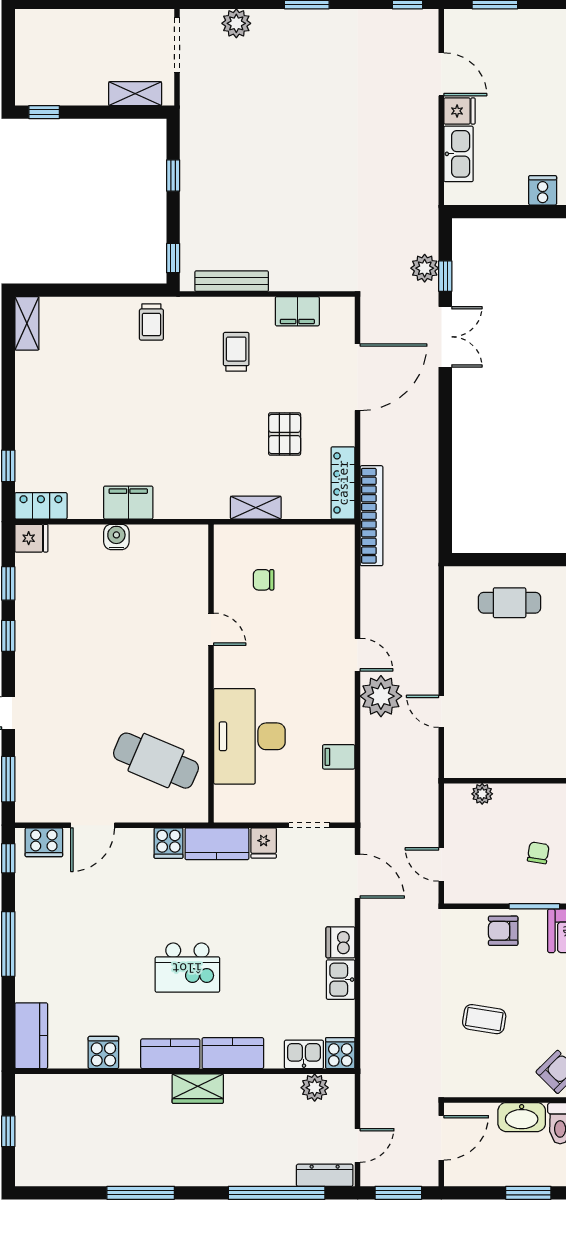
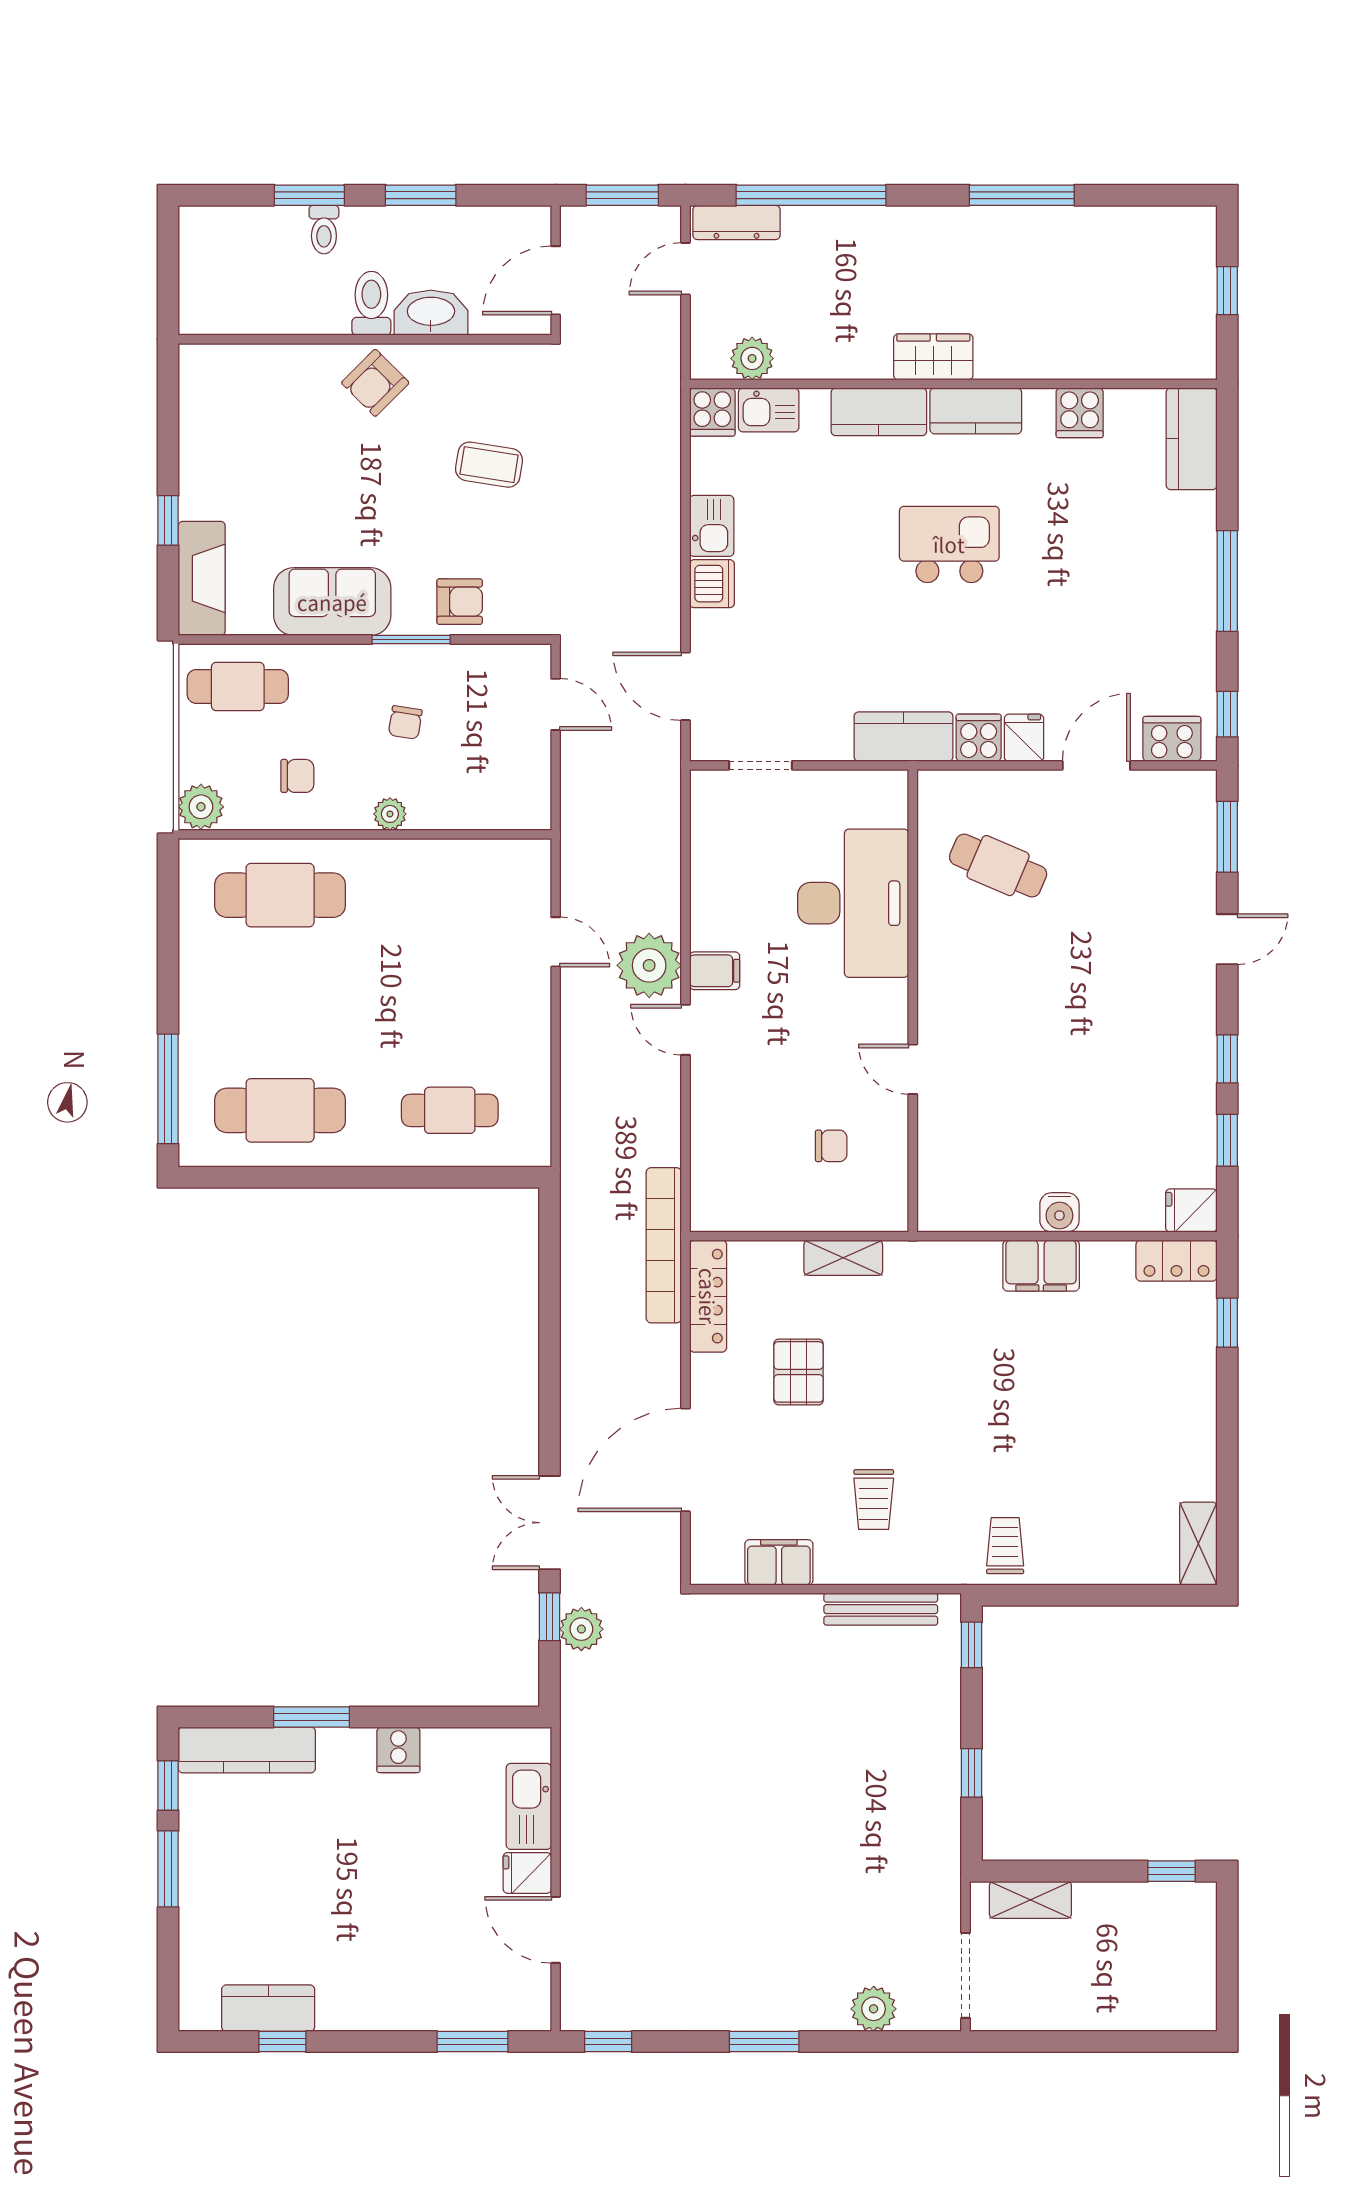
filing cabinet: (339, 757) -> (715, 971), moved
cafe table: (156, 761) -> (998, 866), width x0.73, depth x0.74
plant: (482, 794) -> (390, 814), moved
fridge: (264, 843) -> (1024, 738), moved

